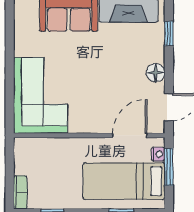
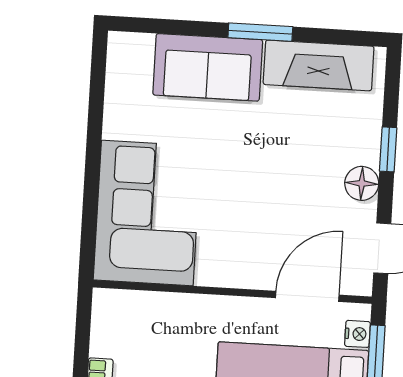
window: (169, 33) -> (388, 149), moved

